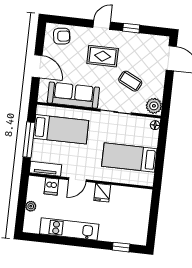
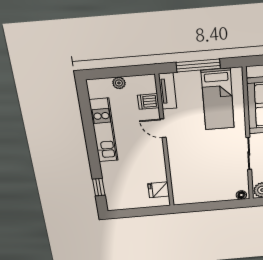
bed: (129, 157) -> (200, 177), removed
fridge: (102, 193) -> (159, 190), moved

